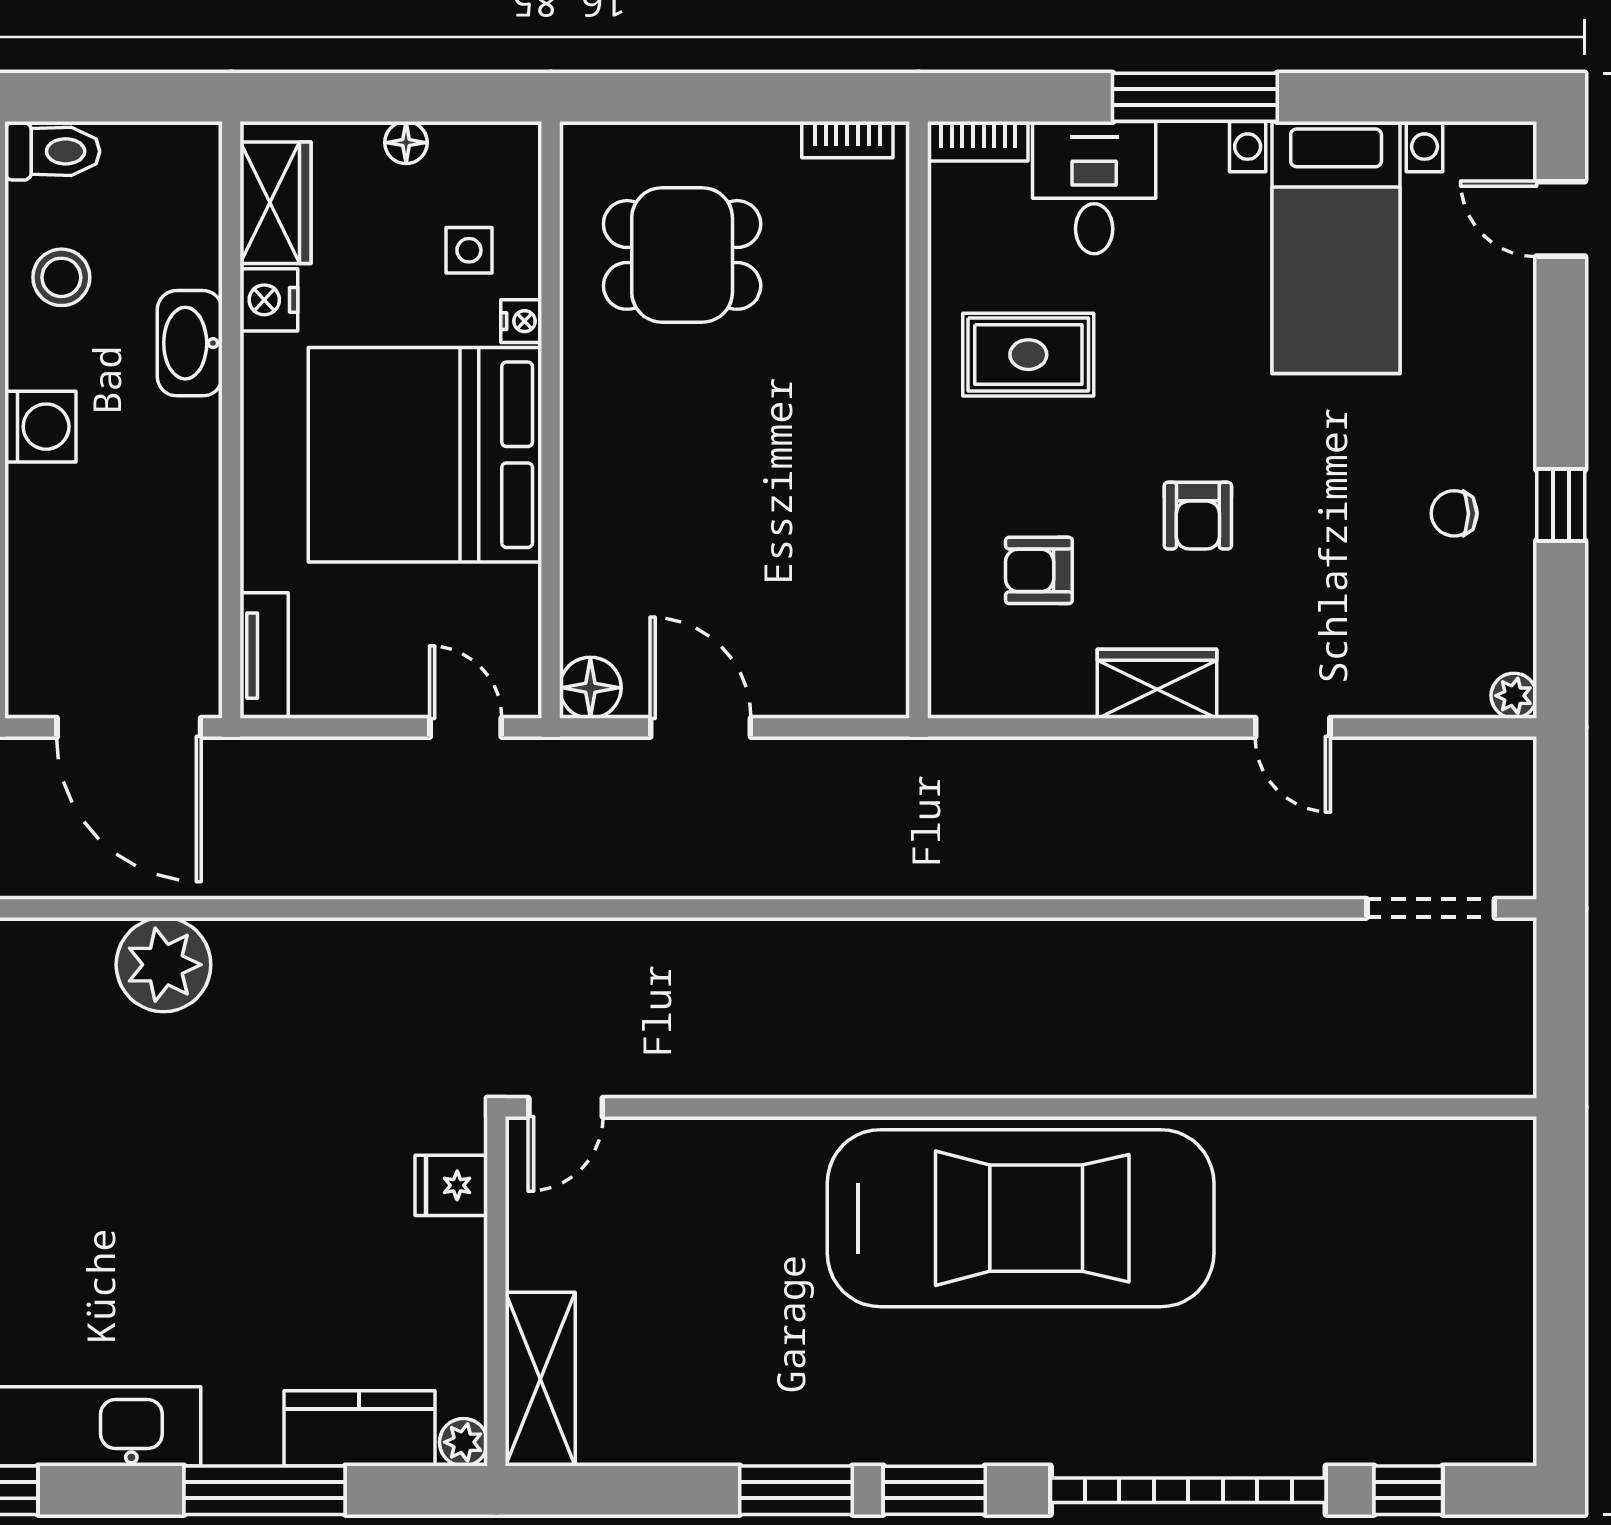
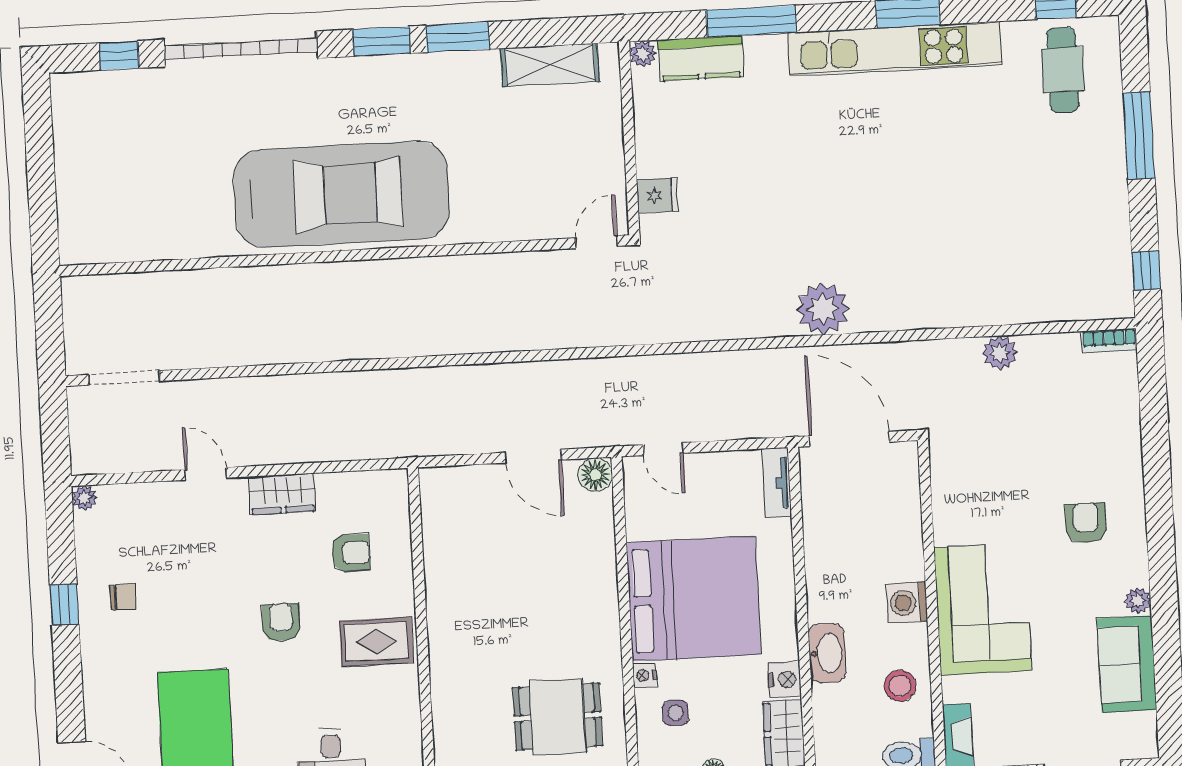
rug: (1028, 355) -> (376, 642), moved
armchair: (1198, 516) -> (281, 622), moved
car: (1021, 1218) -> (342, 194), turned 180
shelving: (540, 1379) -> (550, 65), moved, turned 90

